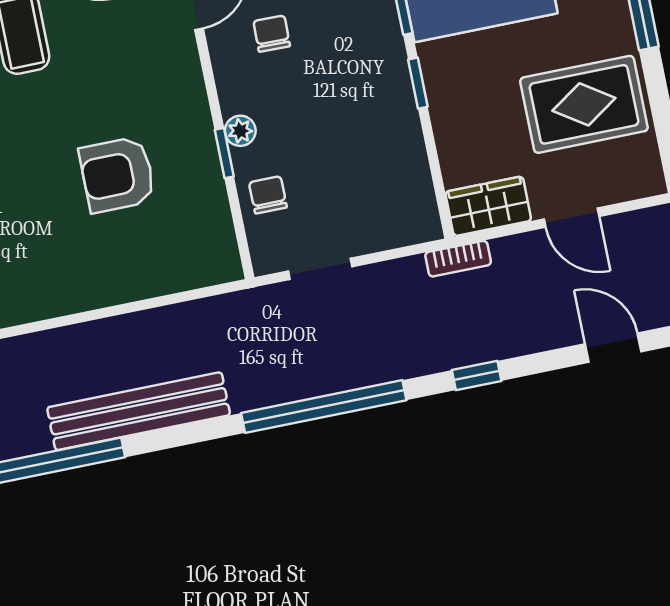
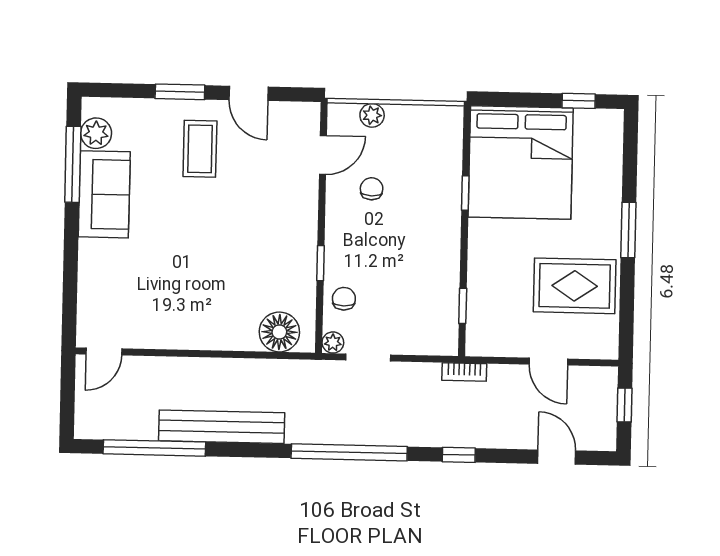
window: (418, 83) -> (463, 306), moved
plant: (240, 131) -> (333, 343), moved
armchair: (117, 175) -> (244, 261), removed
wardrobe: (488, 206) -> (493, 341), removed
floor lamp: (189, 261) -> (279, 332), added

